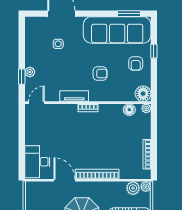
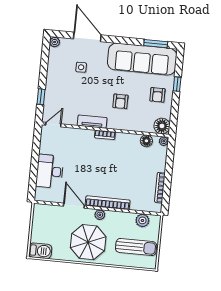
plant: (30, 72) -> (55, 42), moved
armchair: (100, 74) -> (120, 101), turned 90
desk: (37, 162) -> (50, 171), moved
plant: (146, 187) -> (100, 215), moved

